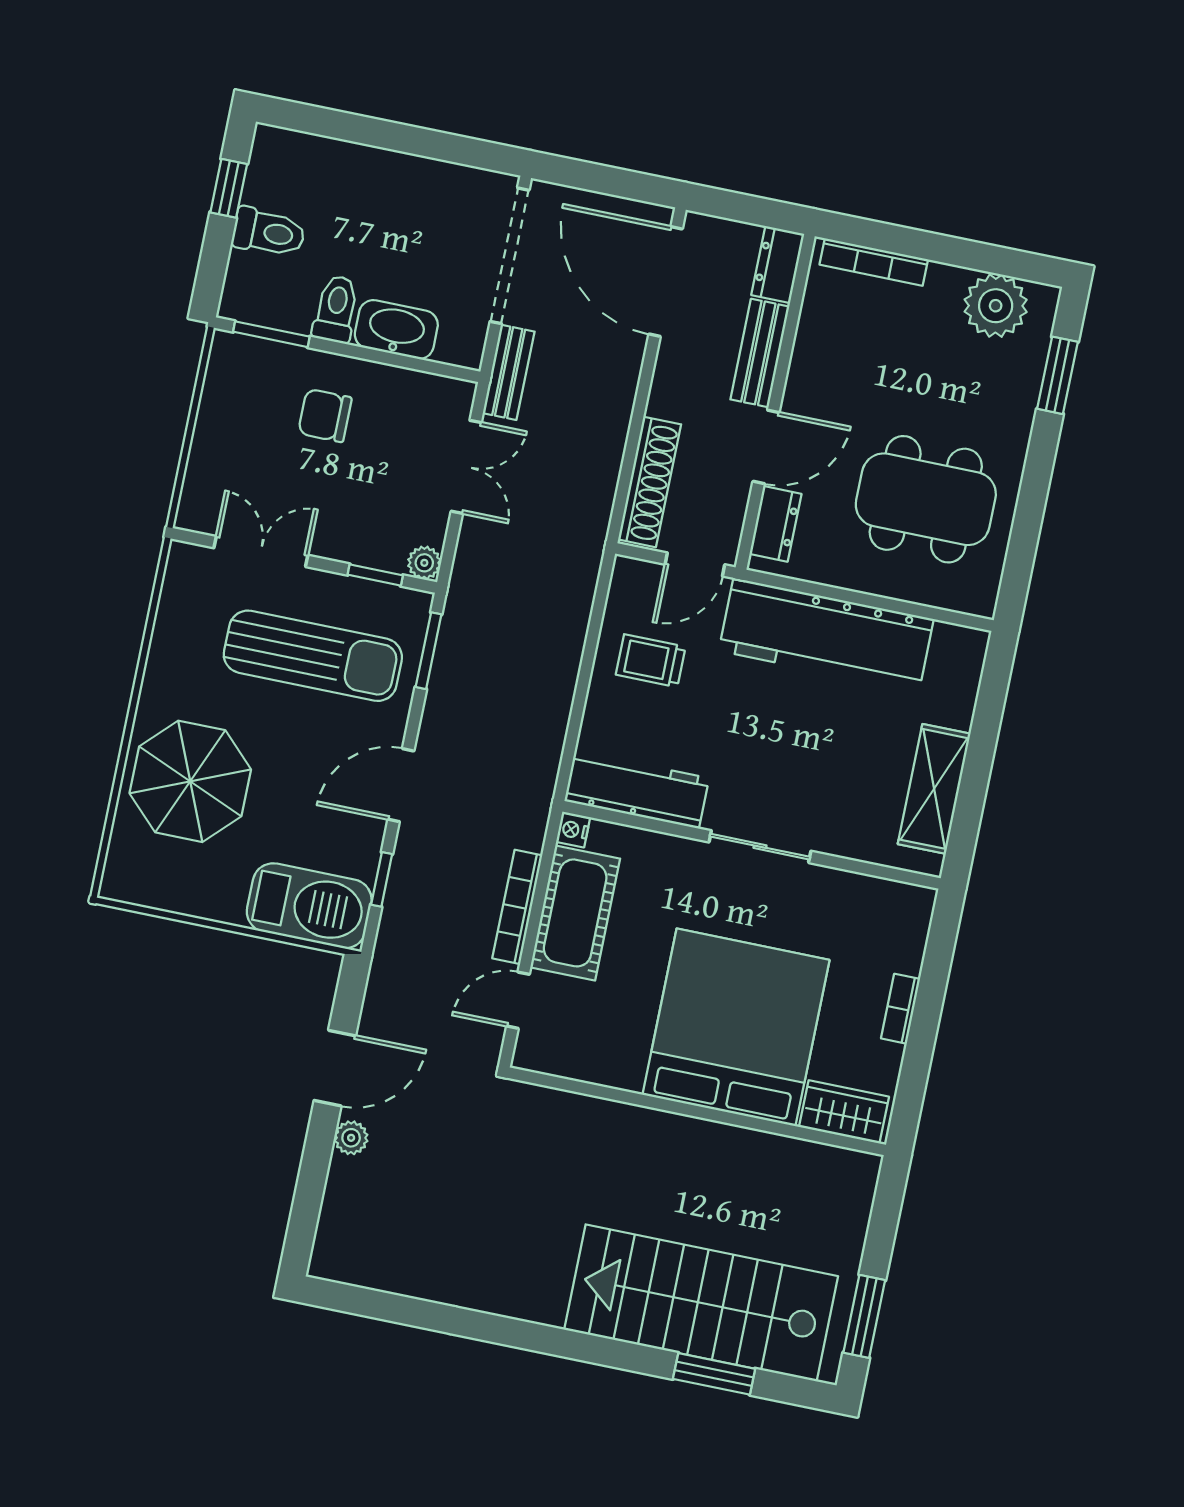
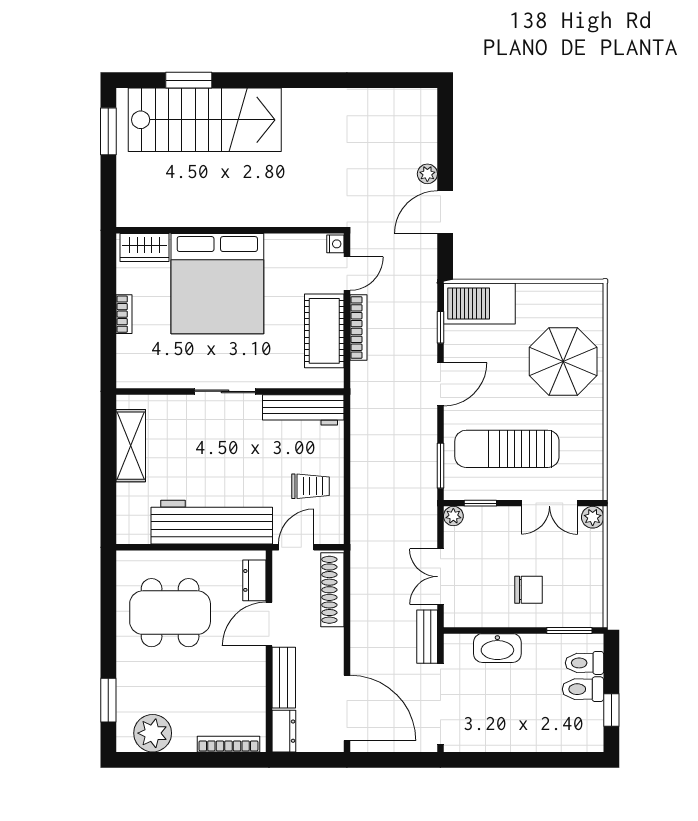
toilet: (336, 309) -> (584, 663), moved, turned 90
plant: (194, 514) -> (593, 517), added
nightstand: (573, 830) -> (335, 244), moved

